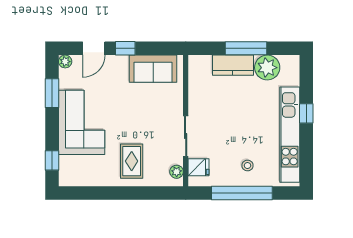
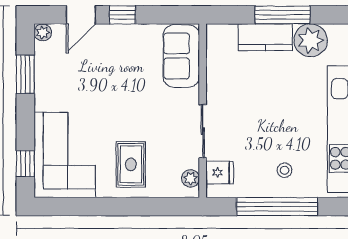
sofa: (153, 69) -> (181, 56), moved, turned 90
corner sofa: (82, 122) -> (65, 155), moved

